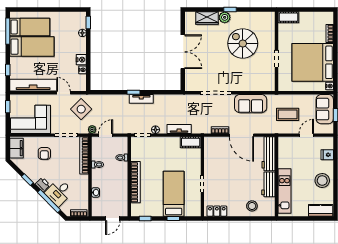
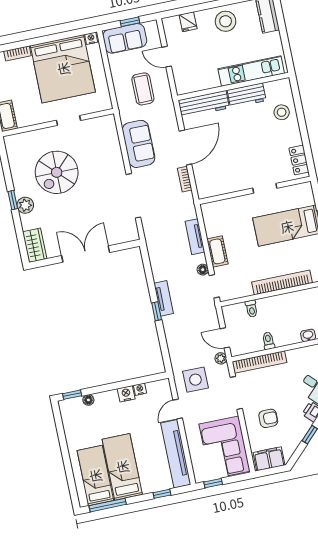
wardrobe: (207, 18) -> (35, 245), moved
side table: (81, 109) -> (195, 380), turned 45
cot: (191, 142) -> (217, 251), moved

